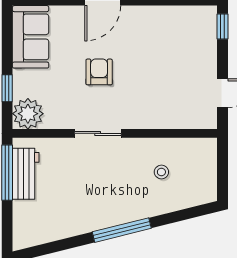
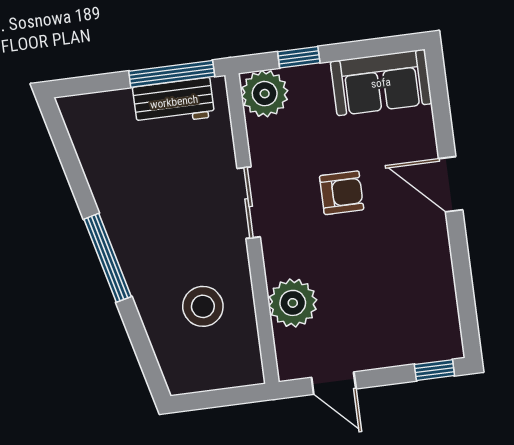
plant: (167, 113) -> (293, 303), added
stool: (161, 172) -> (203, 306), width x1.89, depth x1.89

